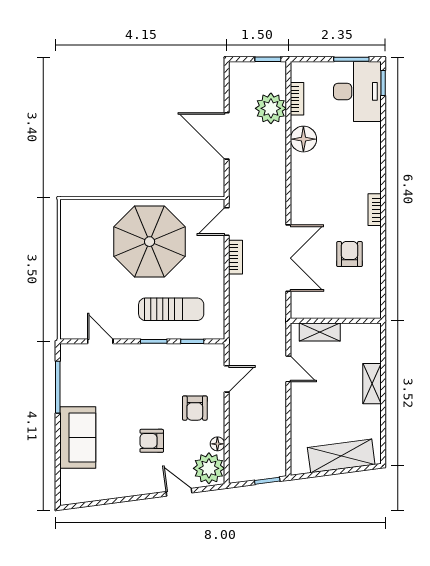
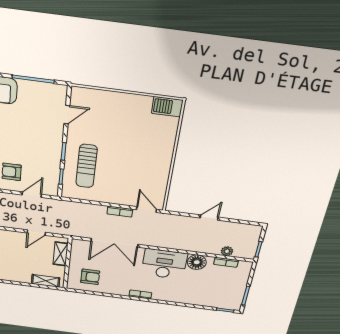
desk: (357, 91) -> (164, 264), moved, turned 180
plant: (271, 108) -> (227, 251), width x0.53, depth x0.53
door: (227, 136) -> (209, 218), width x0.53
barbecue: (72, 217) -> (167, 107), added
parasol: (150, 242) -> (140, 158), removed
armchair: (350, 254) -> (90, 277), moved
door: (227, 379) -> (32, 195), swing flipped
shelving: (372, 384) -> (46, 281), moved

